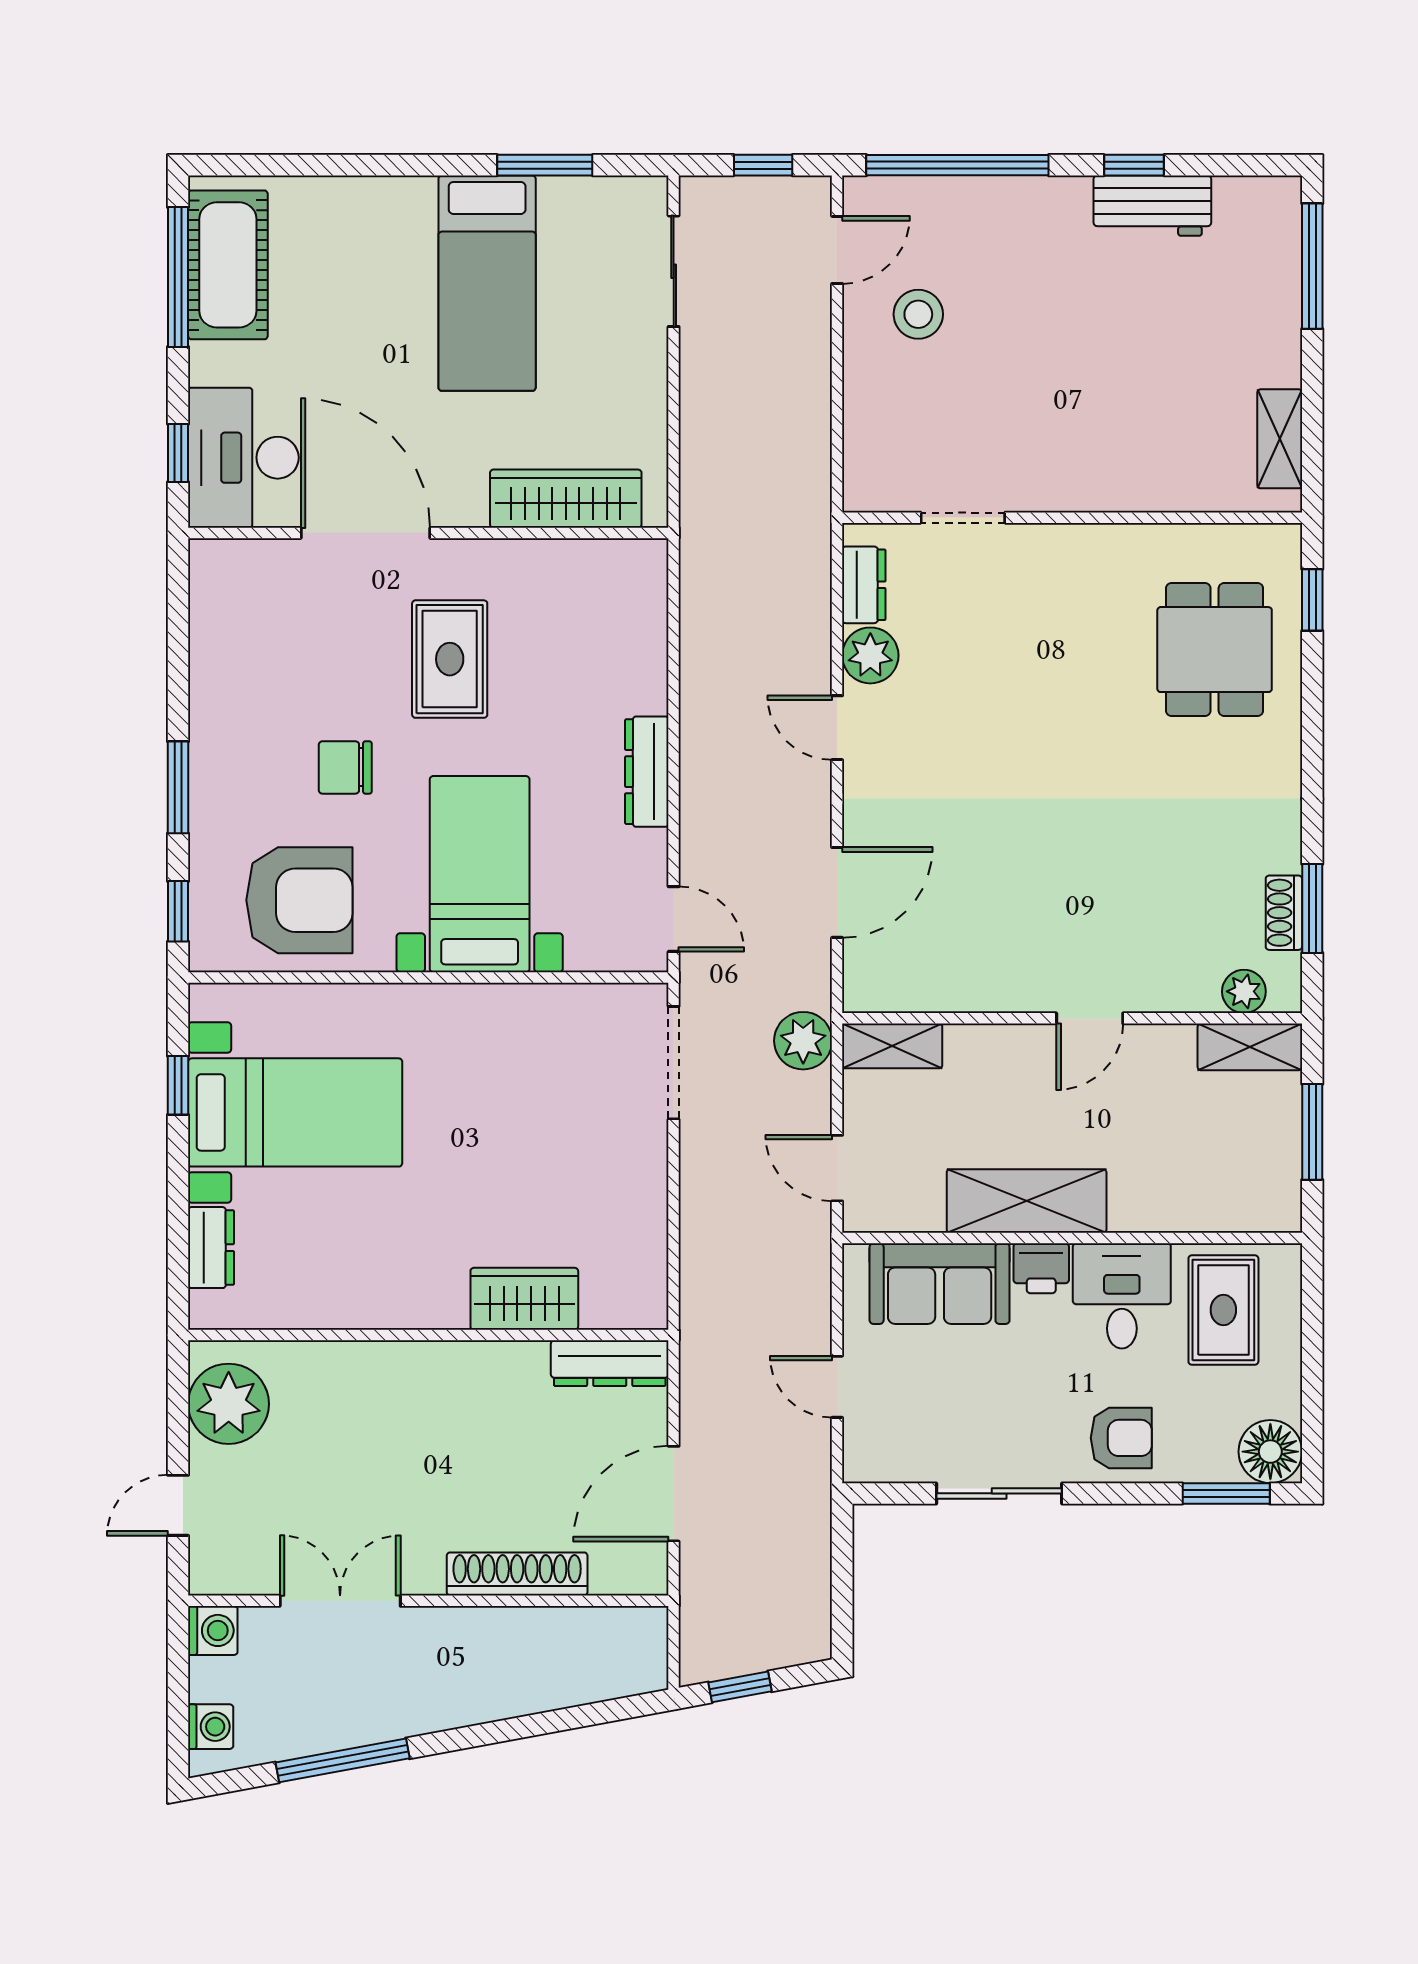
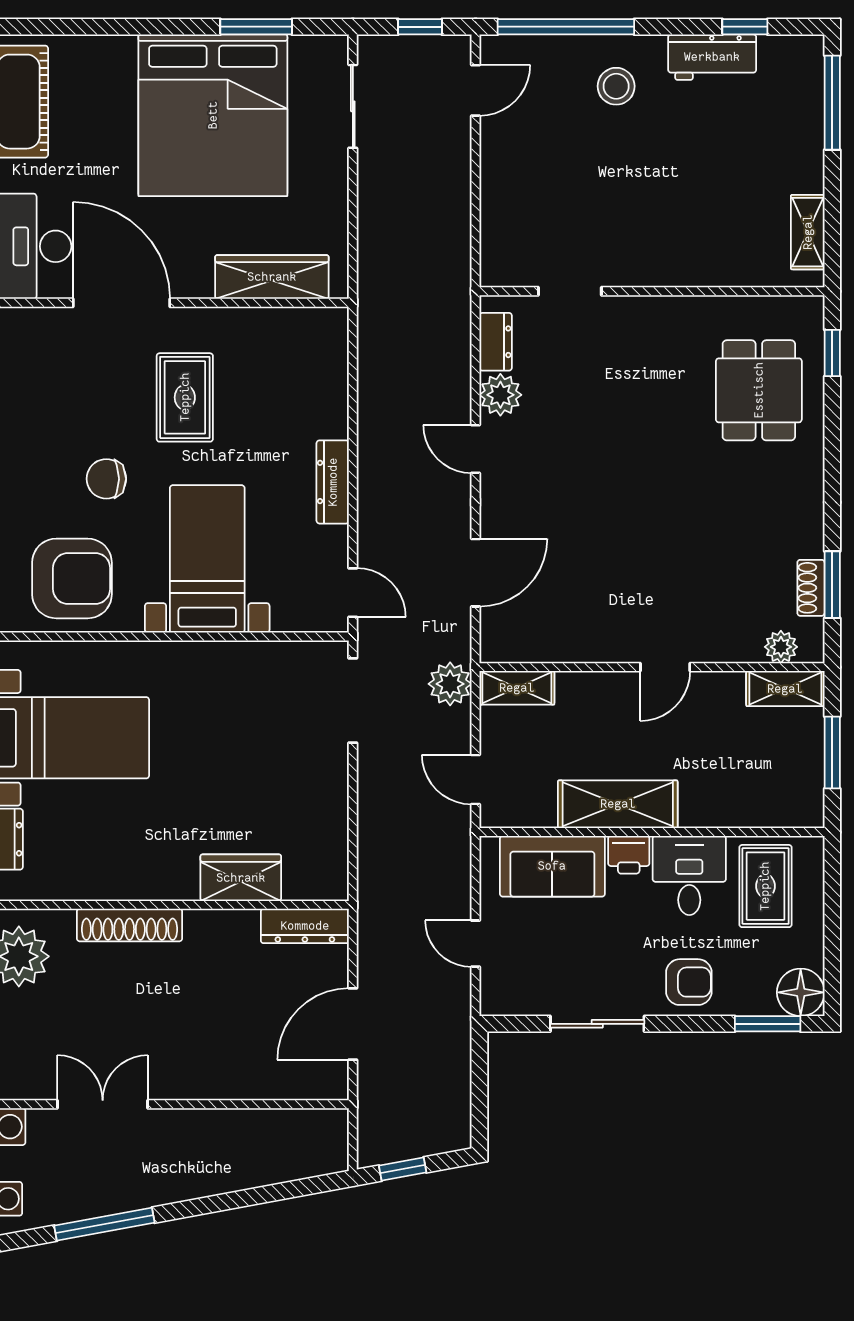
window: (1134, 165) -> (745, 27), moved
bed: (487, 283) -> (213, 115), width x2.04
stool: (918, 314) -> (616, 86), moved
shoe rack: (517, 1574) -> (130, 925), moved, turned 180

